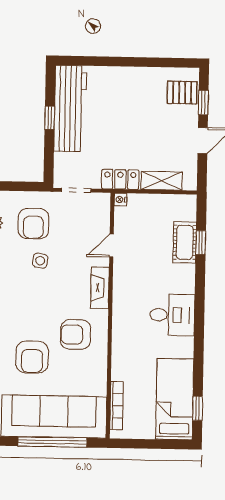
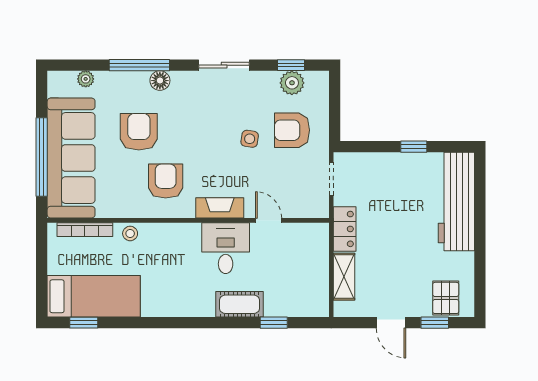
workbench: (70, 108) -> (456, 201), moved, turned 90
nightstand: (120, 200) -> (322, 230), removed
cot: (185, 242) -> (239, 304), moved
desk: (172, 315) -> (226, 248), moved, turned 180
armchair: (32, 357) -> (139, 132), turned 90
stool: (121, 366) -> (130, 233), added

